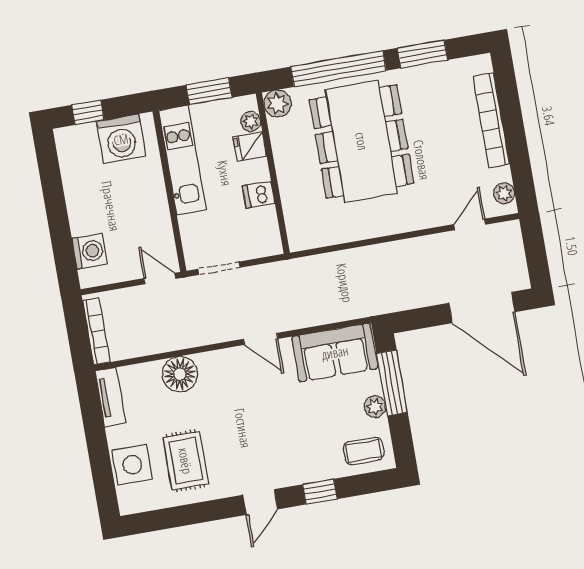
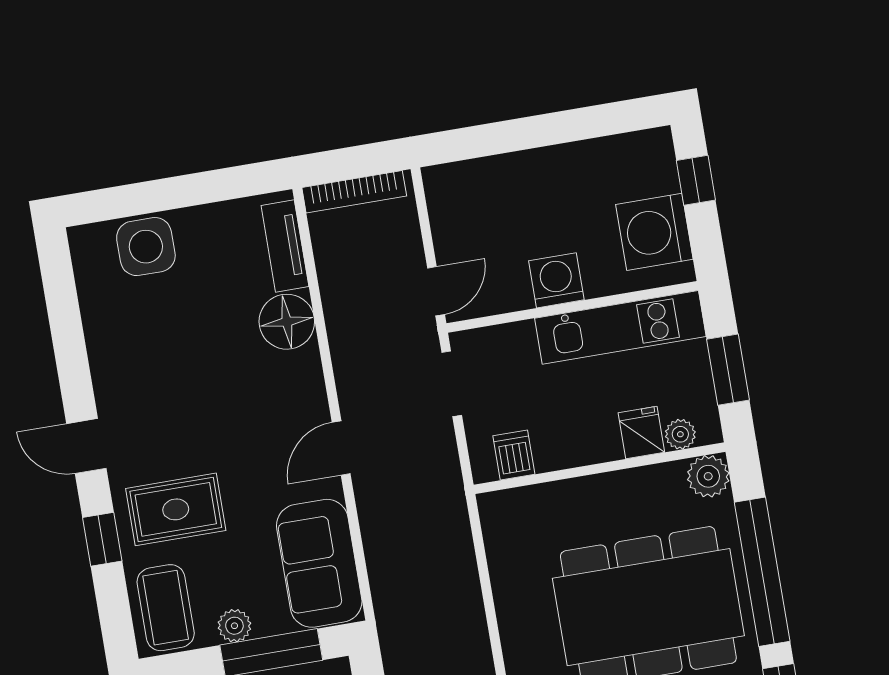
dishwasher: (259, 195) -> (514, 455), moved
washing machine: (90, 251) -> (556, 280), moved, turned 180
tv unit: (110, 397) -> (285, 246), moved, turned 90
coffee table: (364, 451) -> (166, 608), width x1.36, depth x1.30
rug: (186, 461) -> (176, 509), moved

